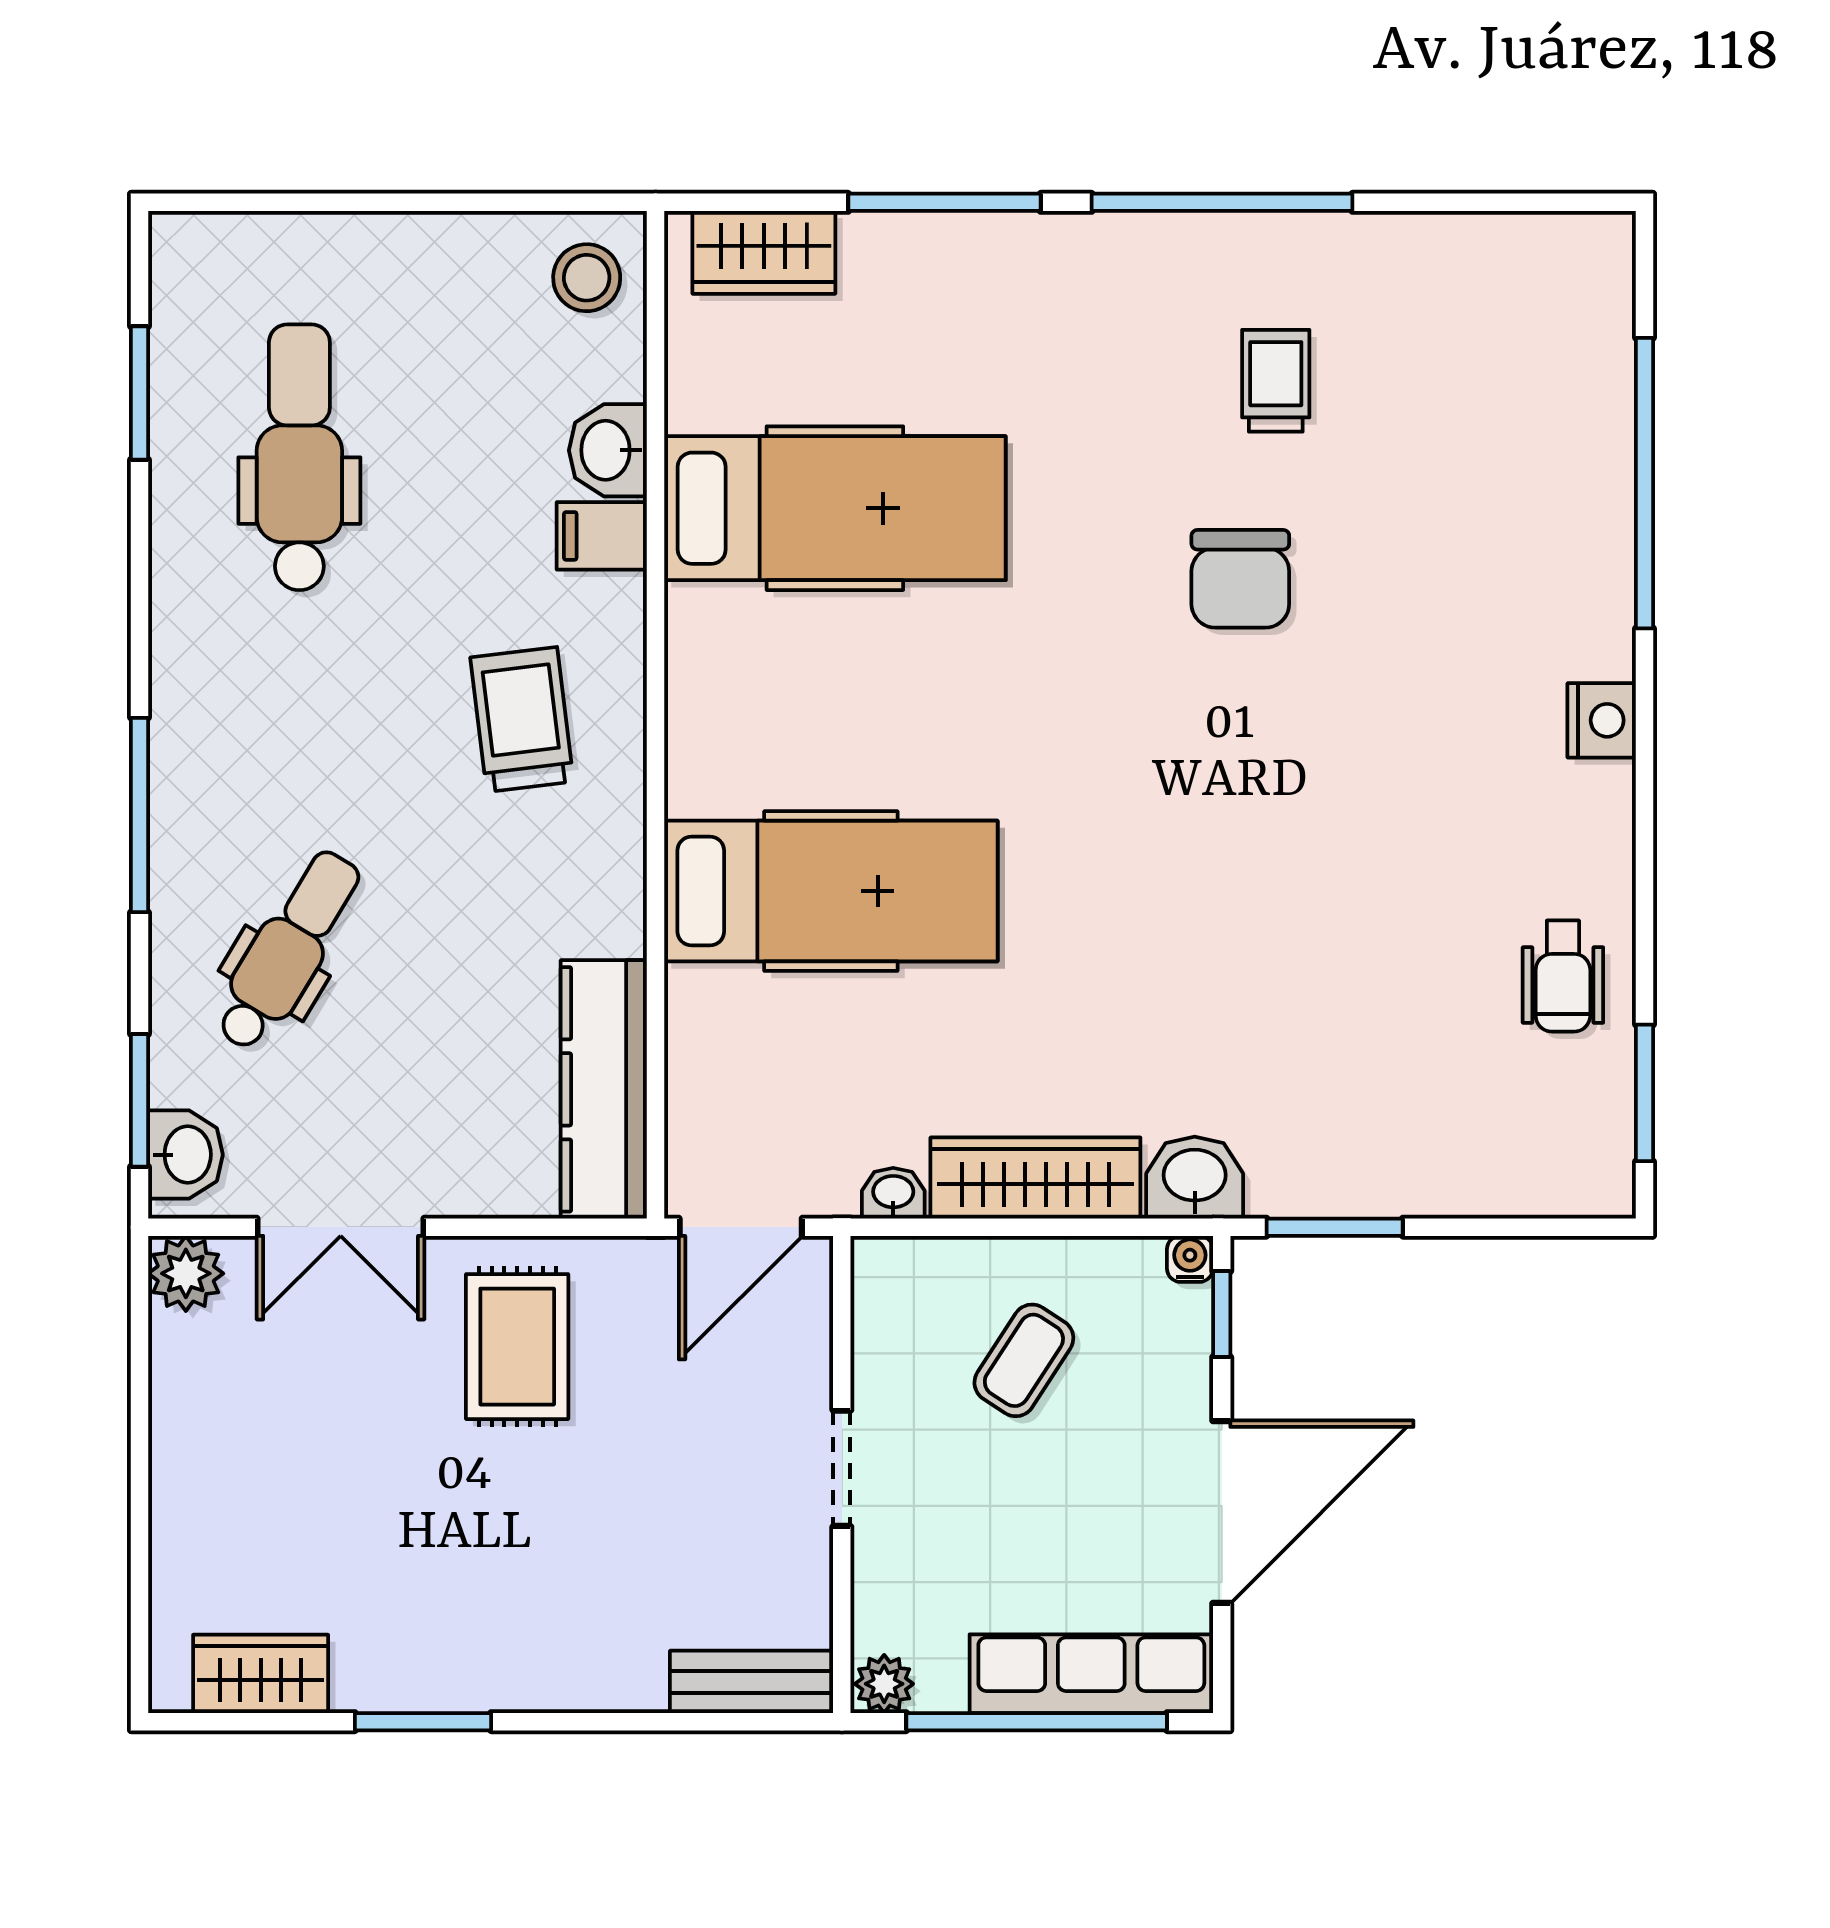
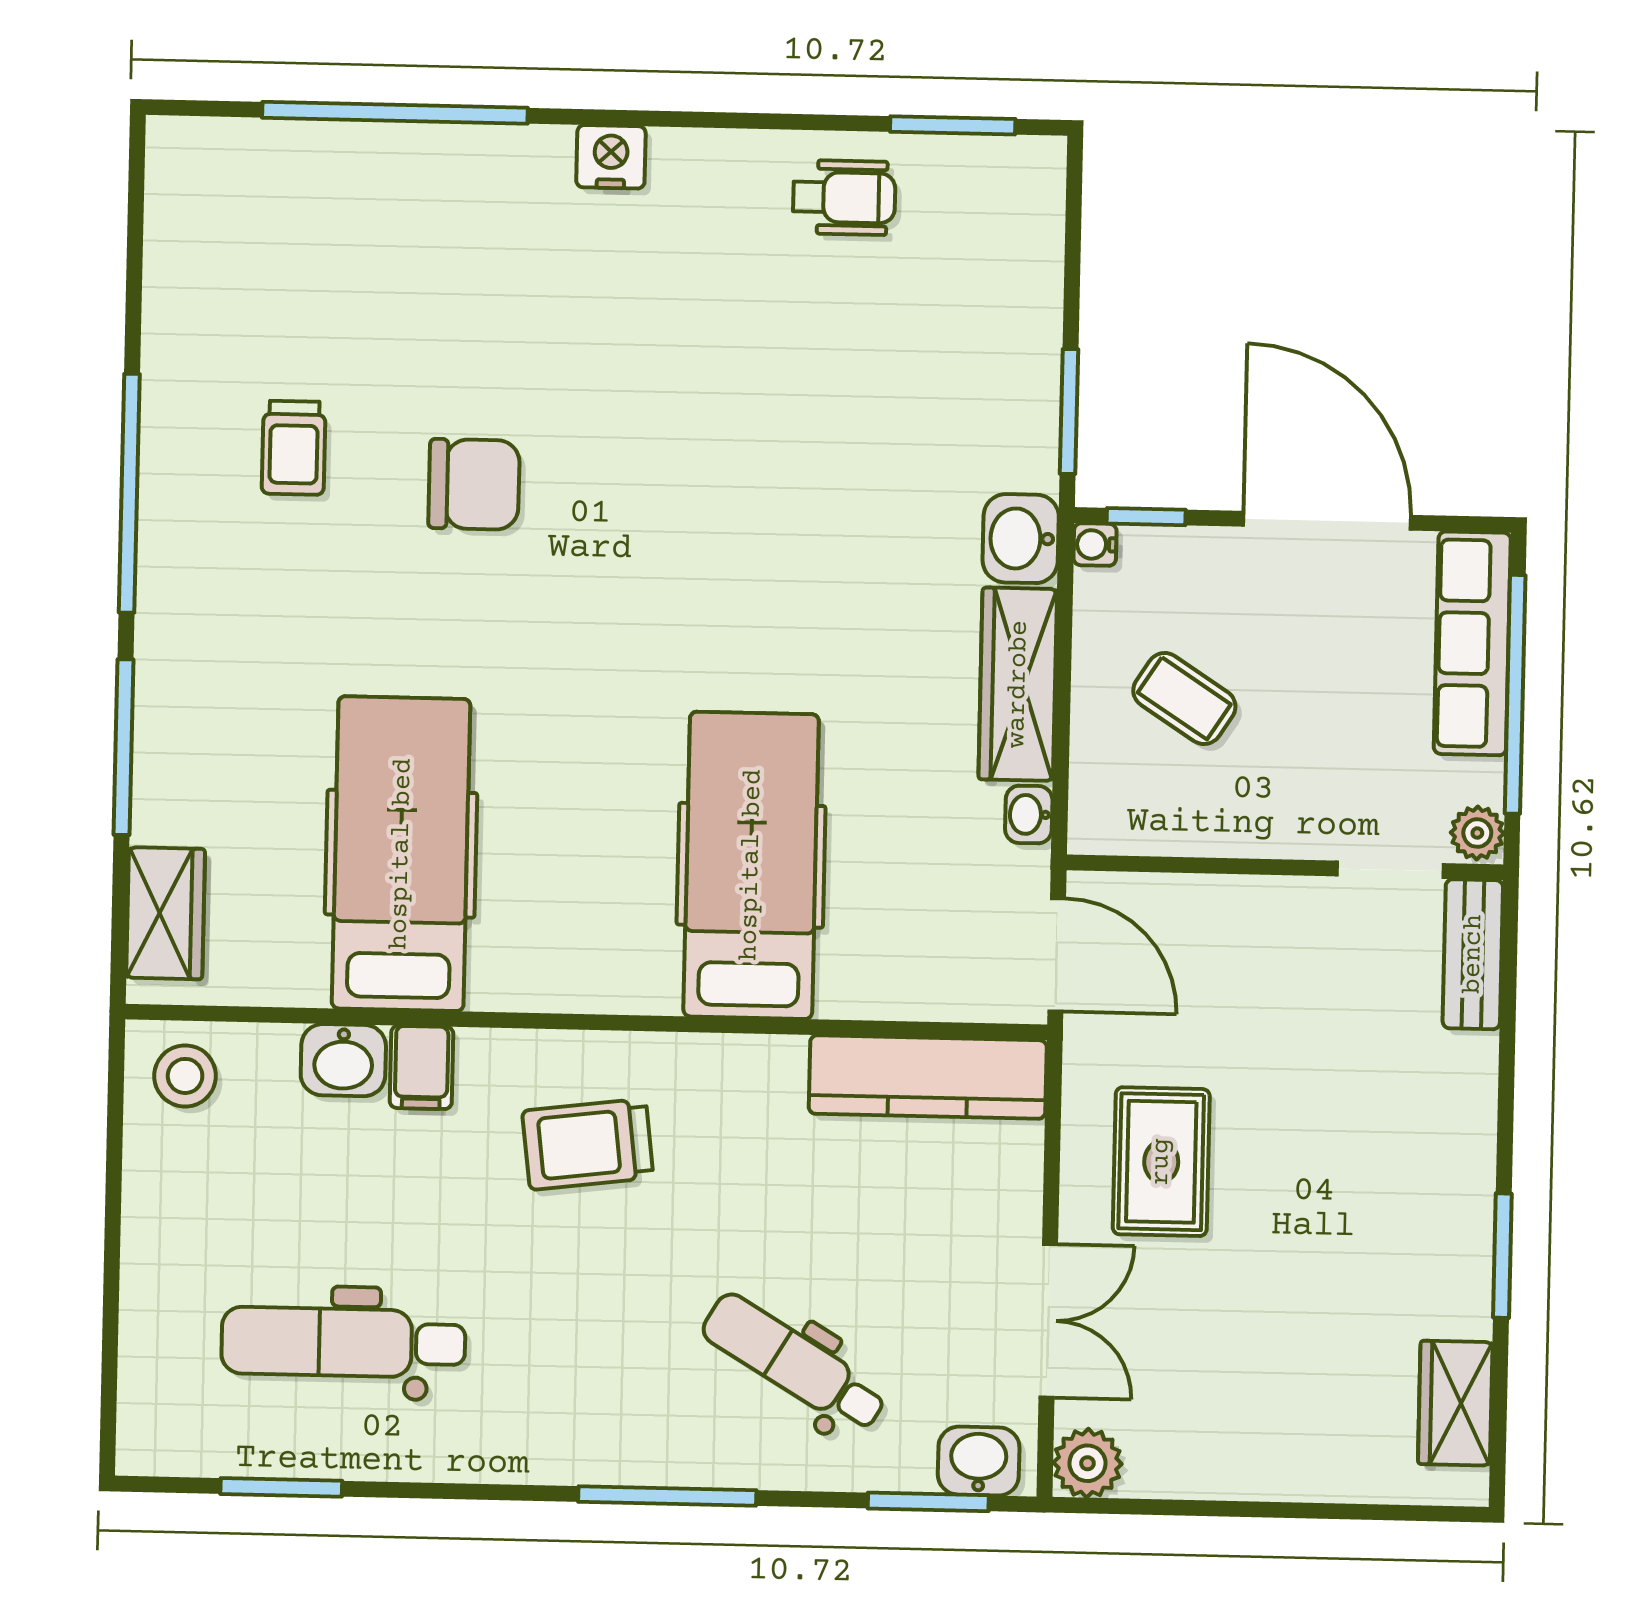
trolley: (1276, 381) -> (294, 448), turned -90
rug: (517, 1347) -> (1161, 1162), turned 90
doorway: (842, 1468) -> (1390, 870), moved

